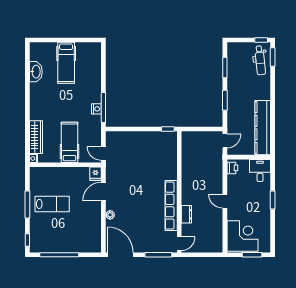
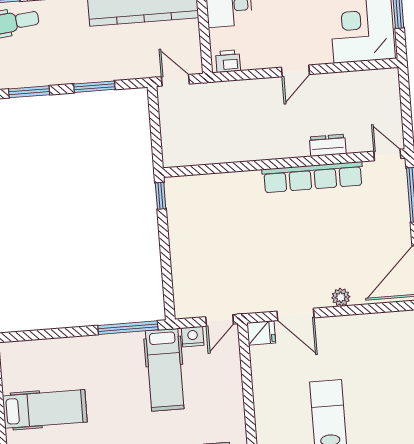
nightstand: (96, 109) -> (193, 337), moved
hospital bed: (69, 142) -> (165, 370), moved, turned -90

